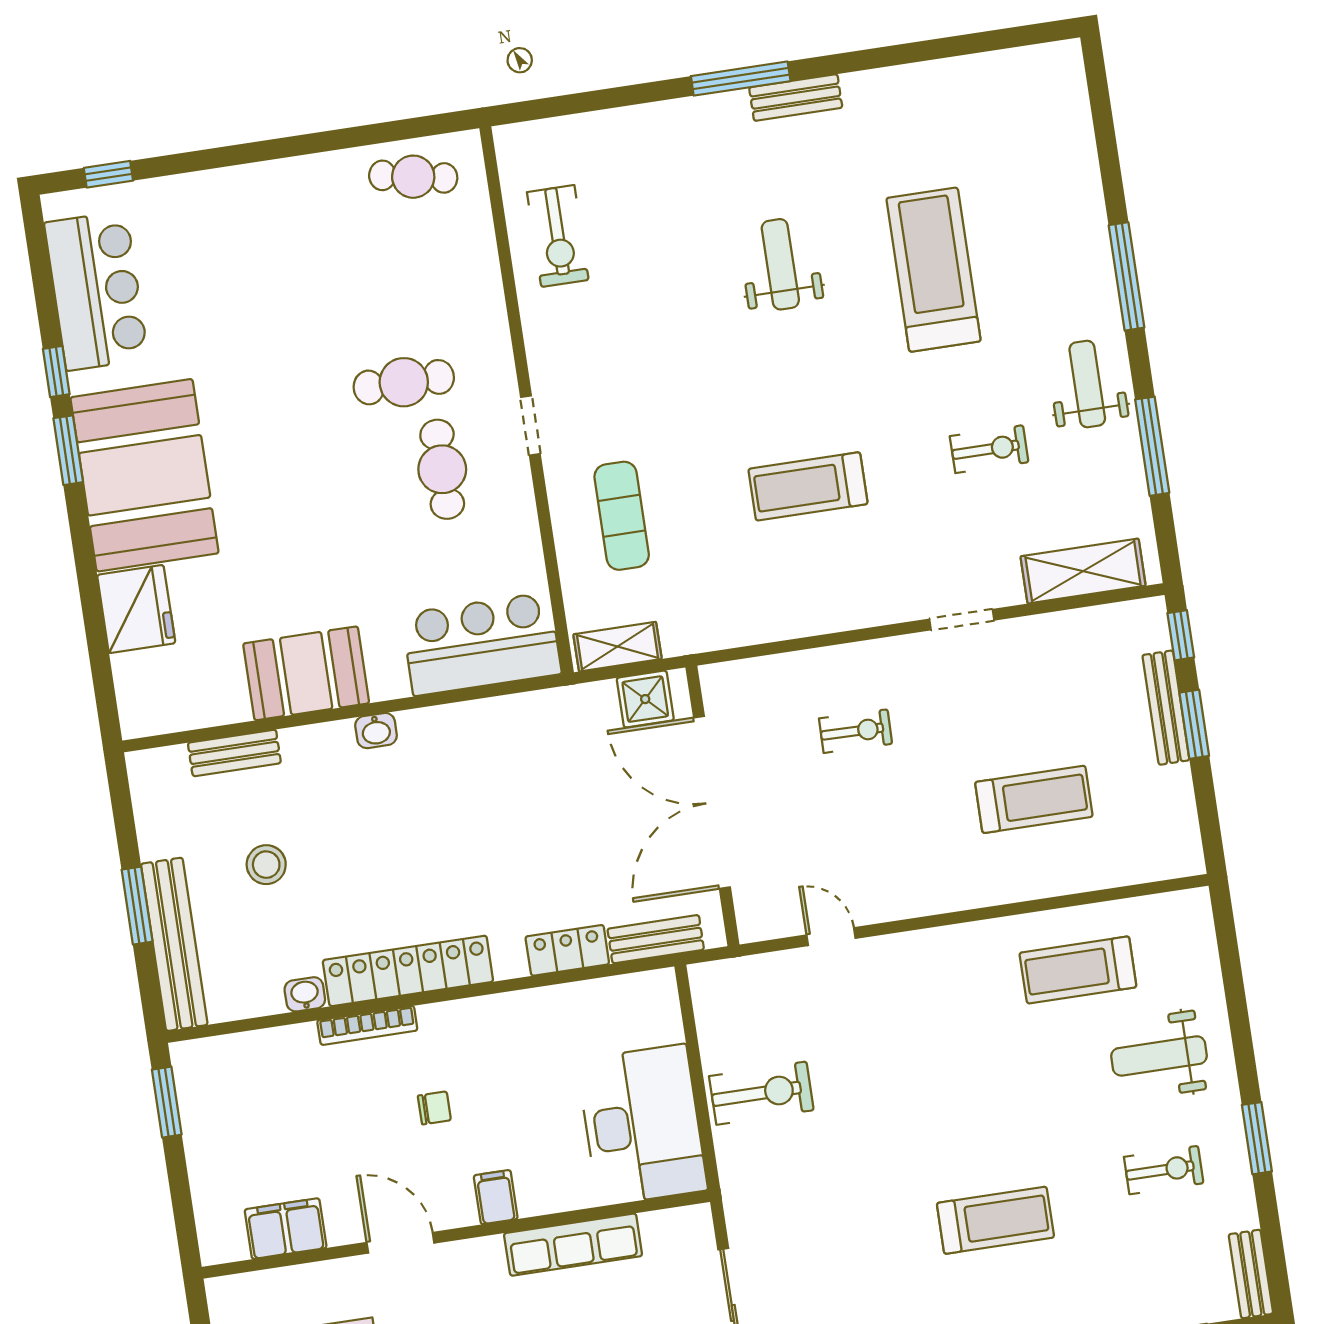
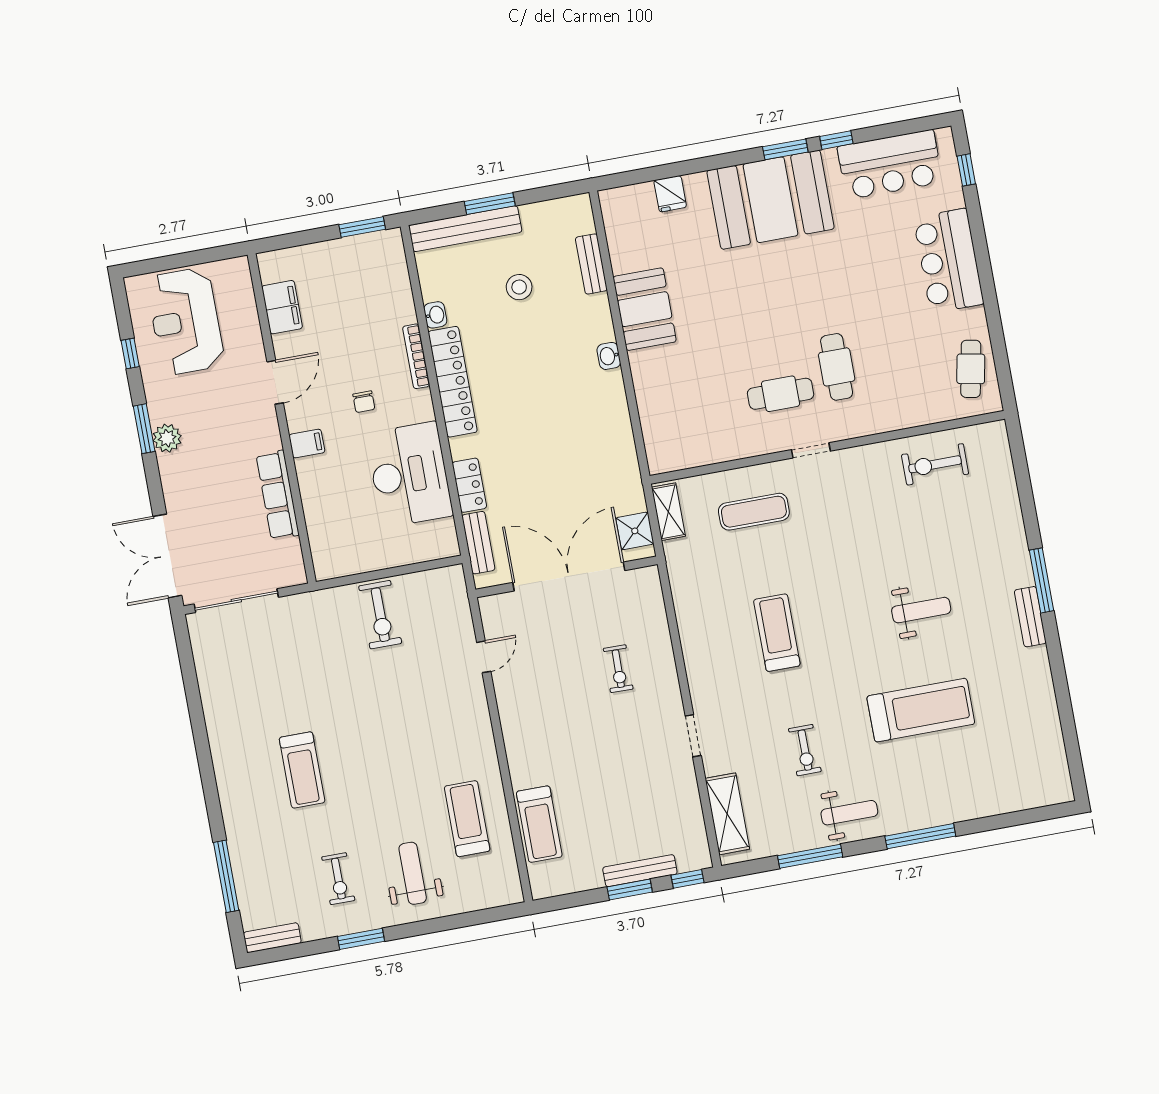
fridge: (136, 609) -> (670, 194), width x0.53, depth x0.75
bar counter: (481, 644) -> (949, 261), moved, turned 180
treadmill: (1034, 799) -> (539, 824), moved
desk: (642, 1125) -> (409, 475), moved, turned -90

